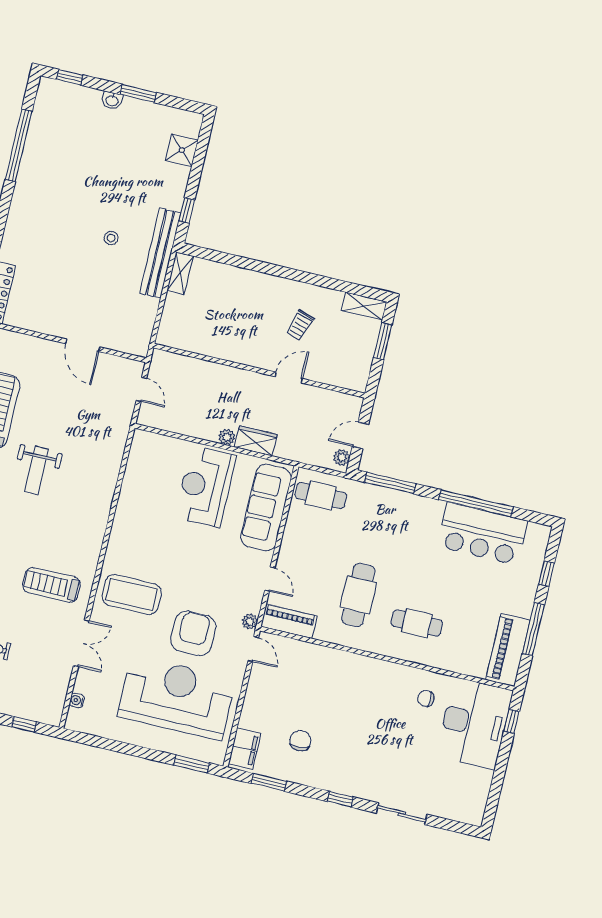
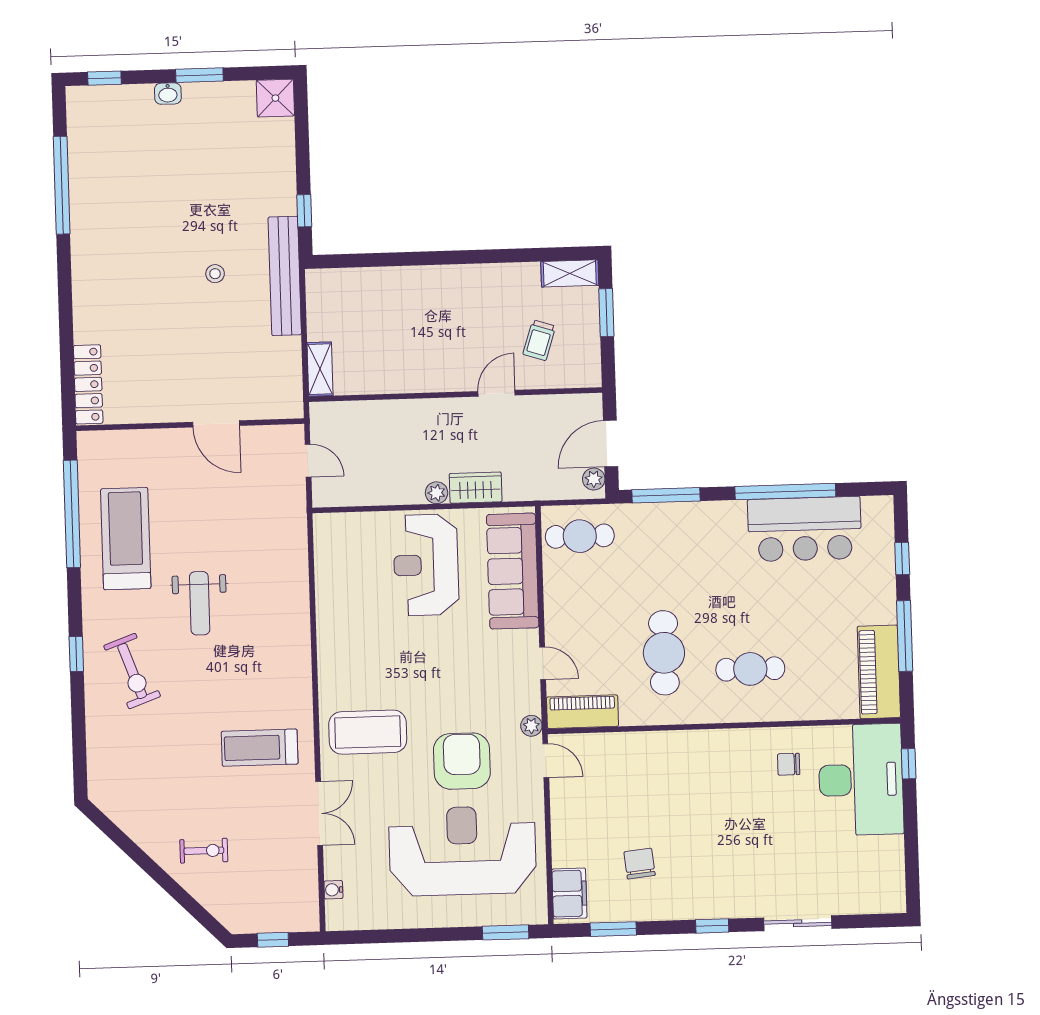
shower: (182, 150) -> (275, 98), moved
shelving: (180, 273) -> (320, 369), moved
trolley: (300, 325) -> (539, 340), moved
door: (360, 435) -> (611, 444), width x1.38

